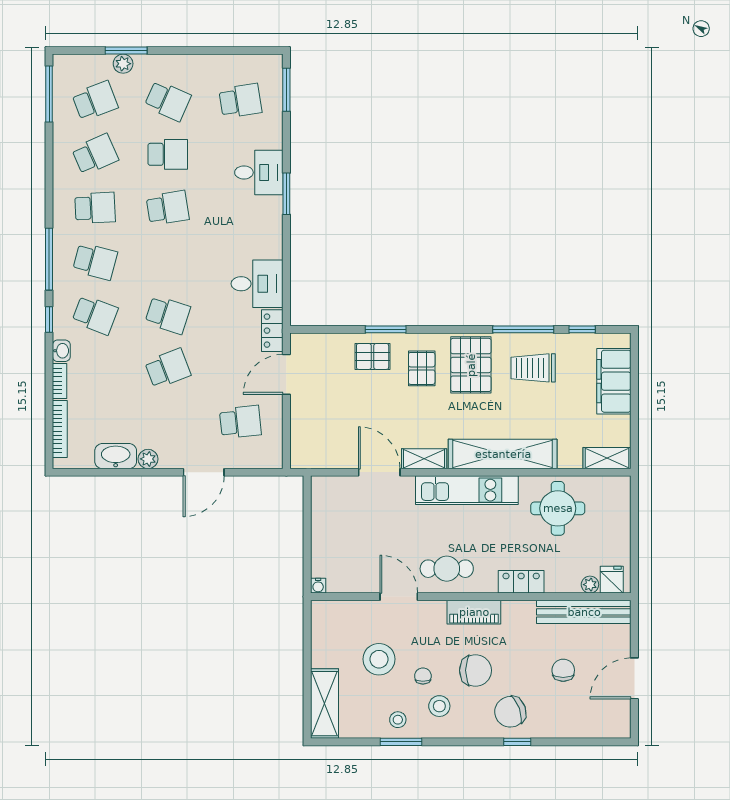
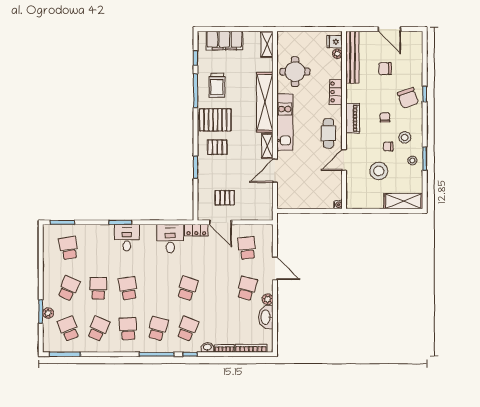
school desk: (95, 154) -> (98, 329), turned 48
desk: (259, 172) -> (127, 238), moved
pallet: (373, 356) -> (225, 198), moved, turned 90
school desk: (168, 368) -> (247, 288), moved, turned 36
chair: (476, 670) -> (385, 117), width x0.54, depth x0.54

